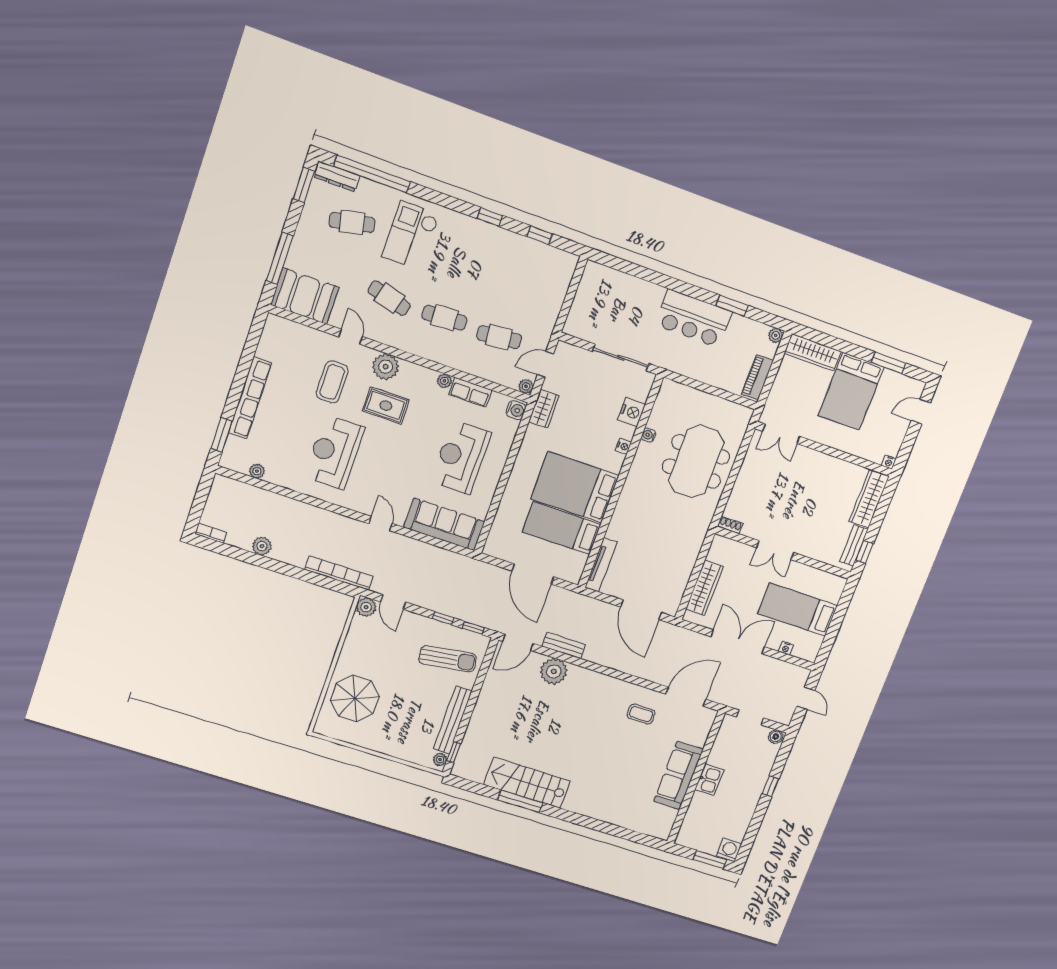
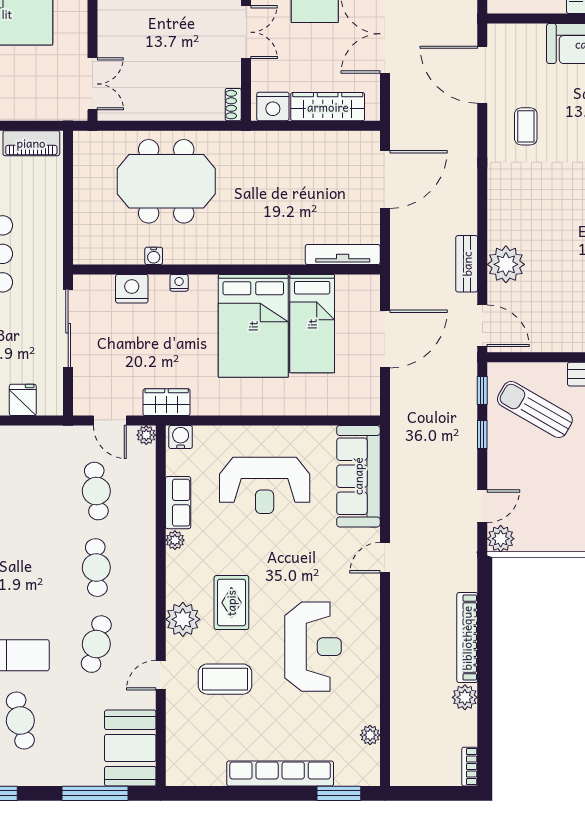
fridge: (582, 307) -> (23, 400), added
reception desk: (334, 452) -> (313, 647), turned -90
nightstand: (719, 551) -> (273, 106), added
bookcase: (339, 573) -> (467, 638), moved
sun lounger: (448, 659) -> (535, 410), turned -52

